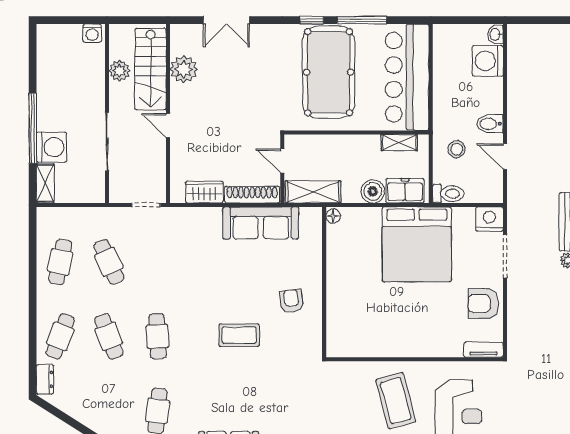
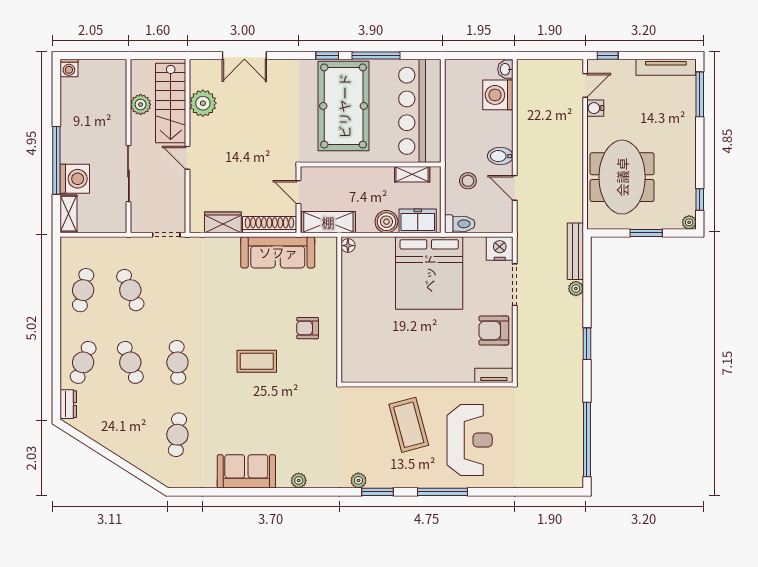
washing machine: (92, 33) -> (69, 68), moved
armchair: (291, 301) -> (308, 328), turned -82

